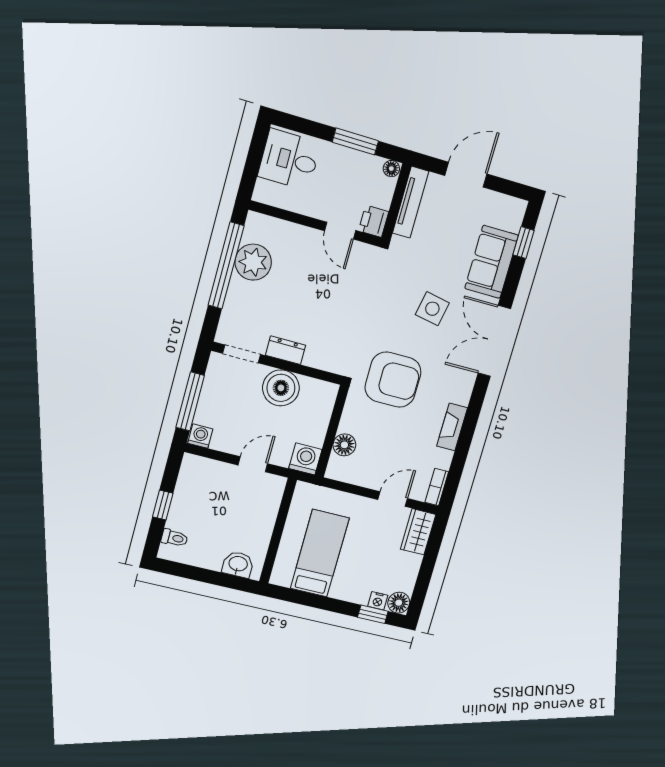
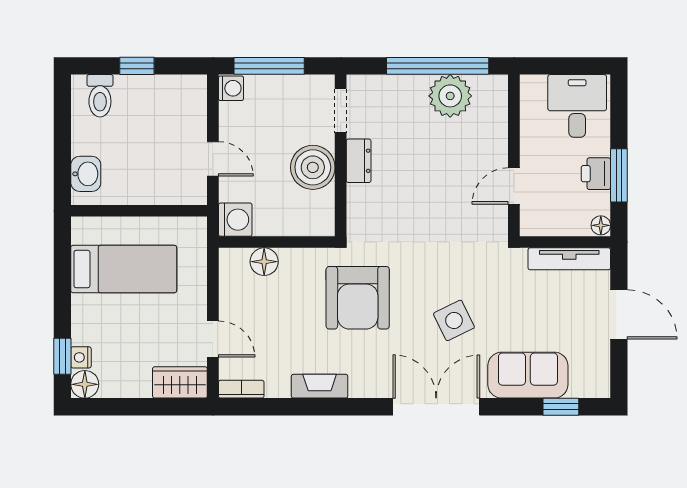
printer: (374, 221) -> (596, 174), moved, turned -90
side table: (432, 309) -> (454, 320), turned -37
toilet: (174, 538) -> (100, 96), width x1.37, depth x1.39

